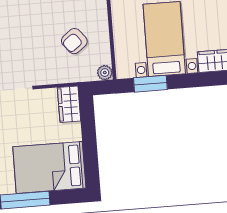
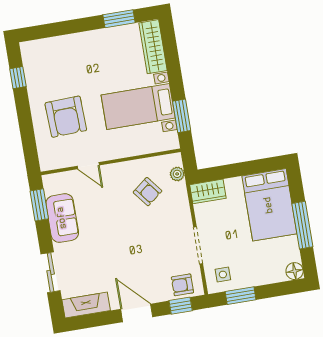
plant: (105, 73) -> (177, 174), moved

